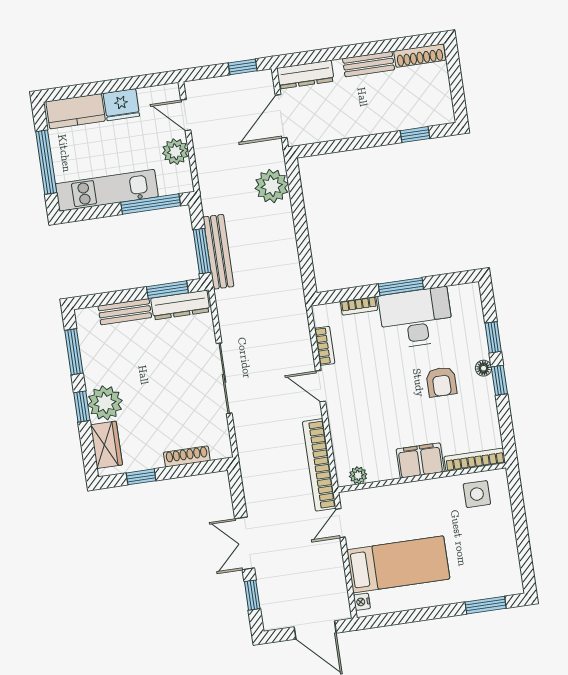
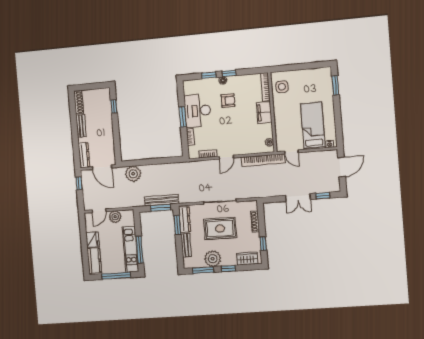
window: (151, 204) -> (140, 250), moved
rug: (167, 383) -> (220, 228), added
plant: (105, 403) -> (213, 259), moved

